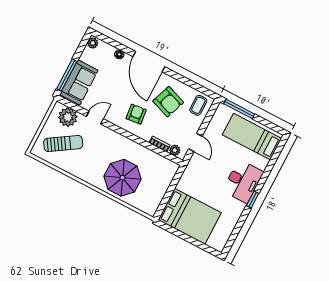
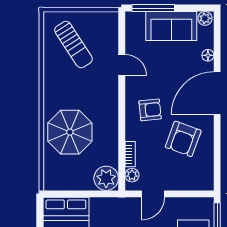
sofa: (79, 82) -> (171, 26), moved
coffee table: (198, 105) -> (197, 175), removed
plant: (68, 117) -> (106, 178), moved

